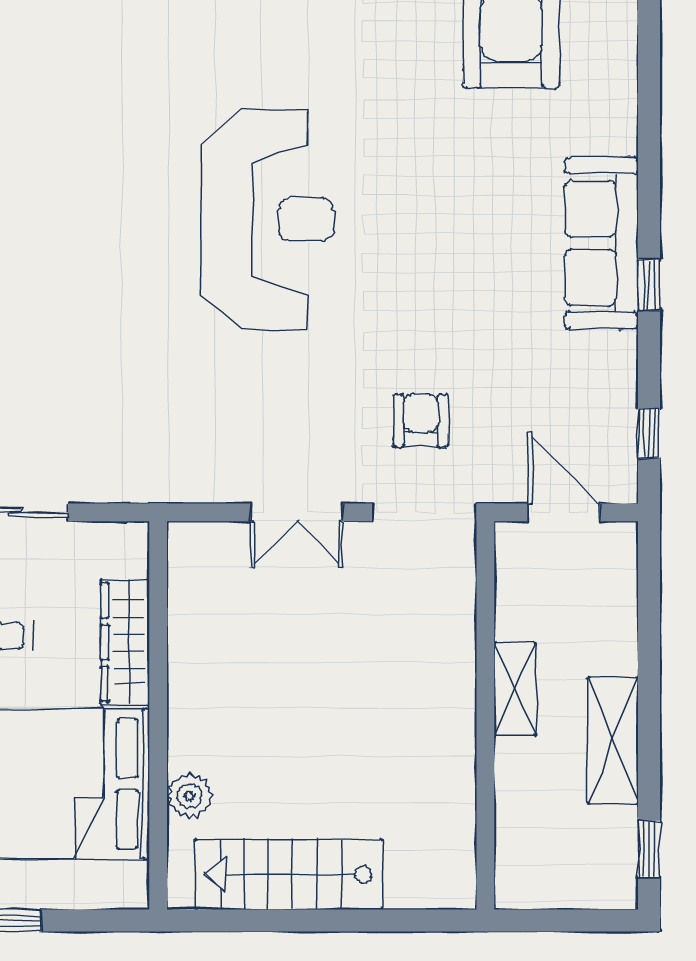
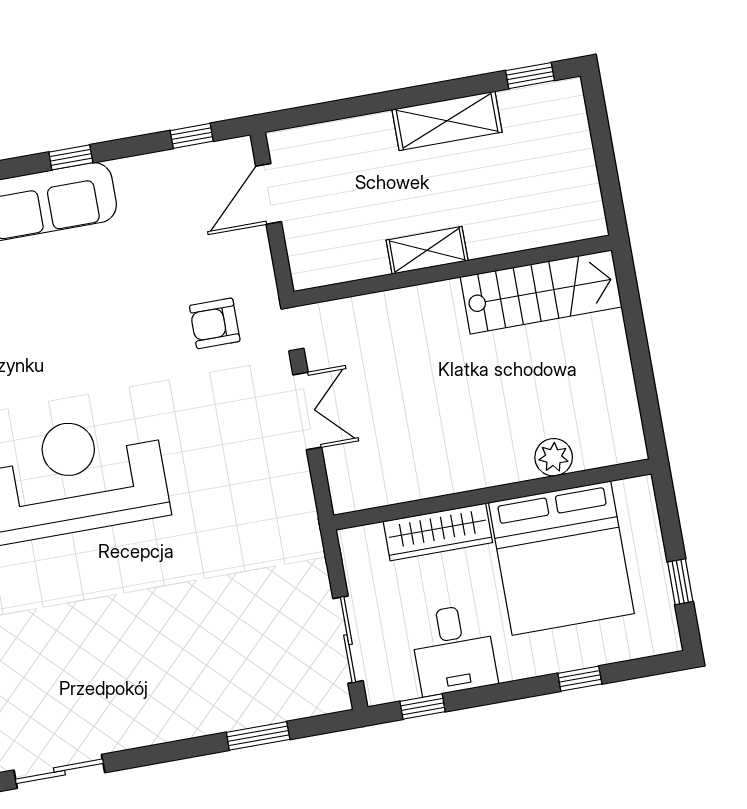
shelving: (515, 689) -> (427, 250), moved
wall: (485, 715) -> (453, 271), moved
stairs: (289, 874) -> (541, 292), moved, turned -90

